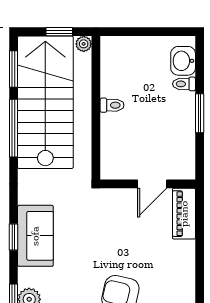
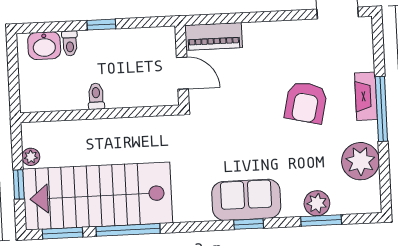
toilet: (112, 105) -> (96, 96), moved
wall: (96, 108) -> (100, 114), moved
window: (200, 113) -> (101, 25), width x0.67

